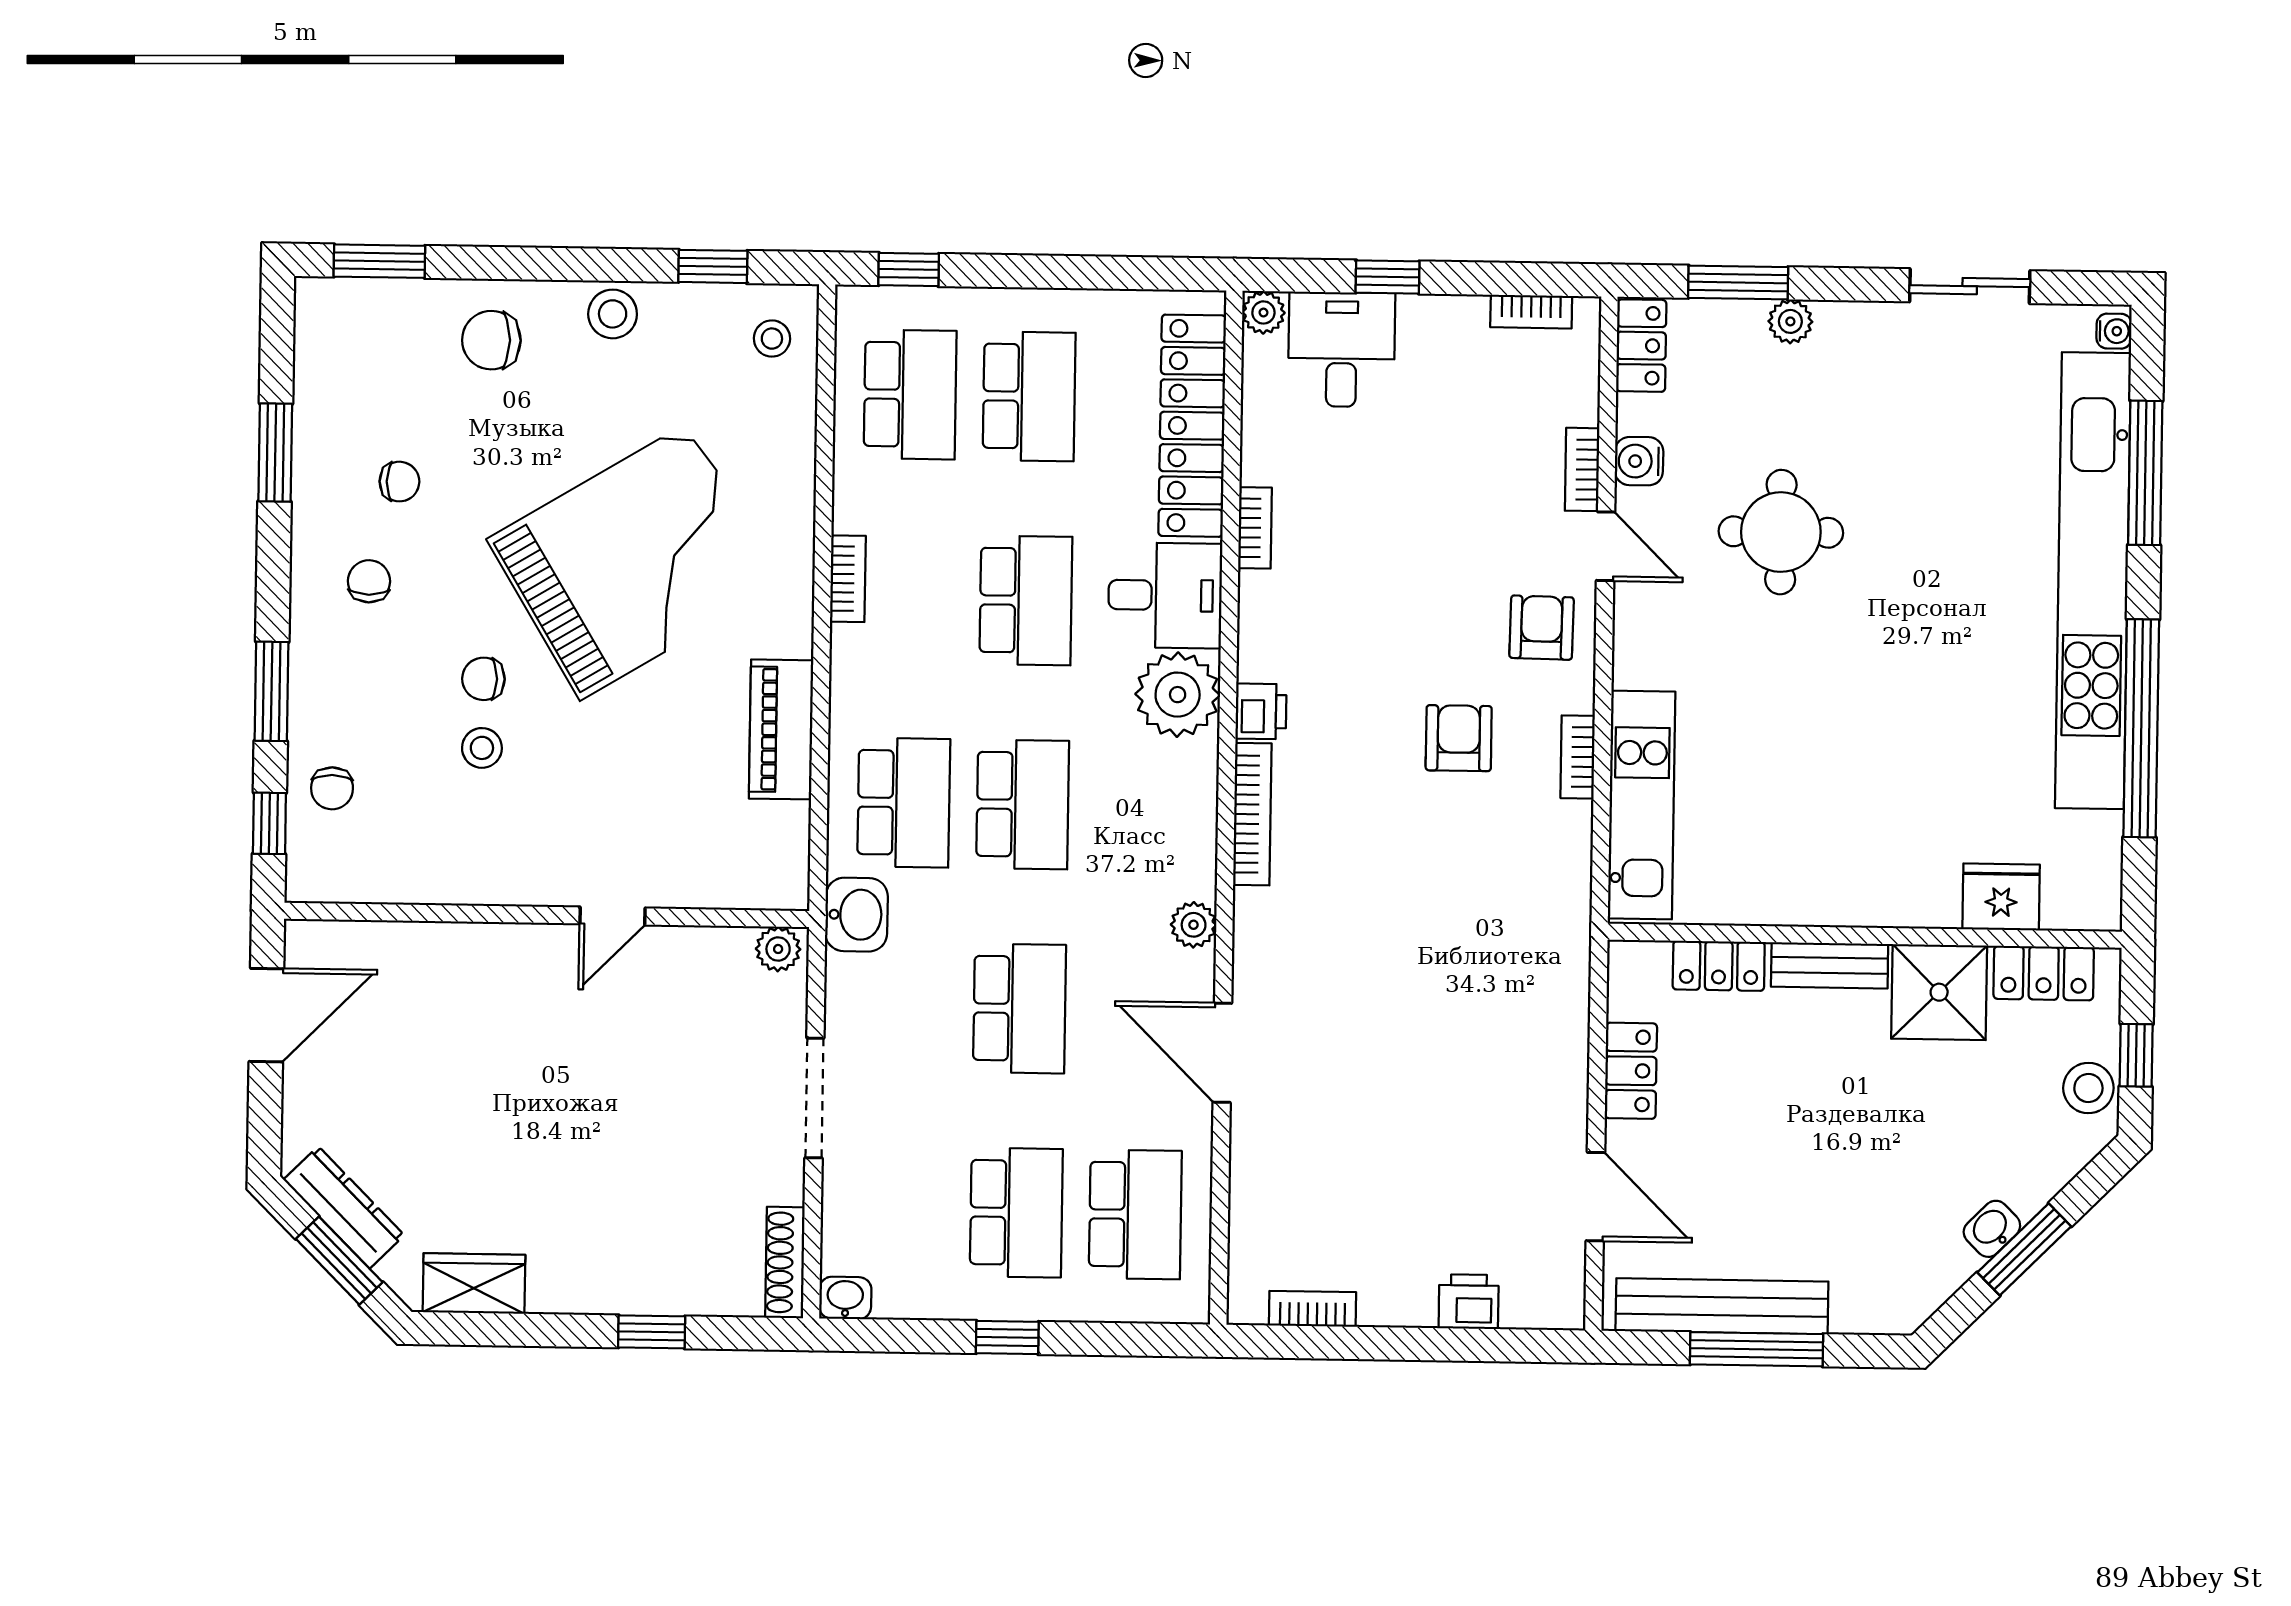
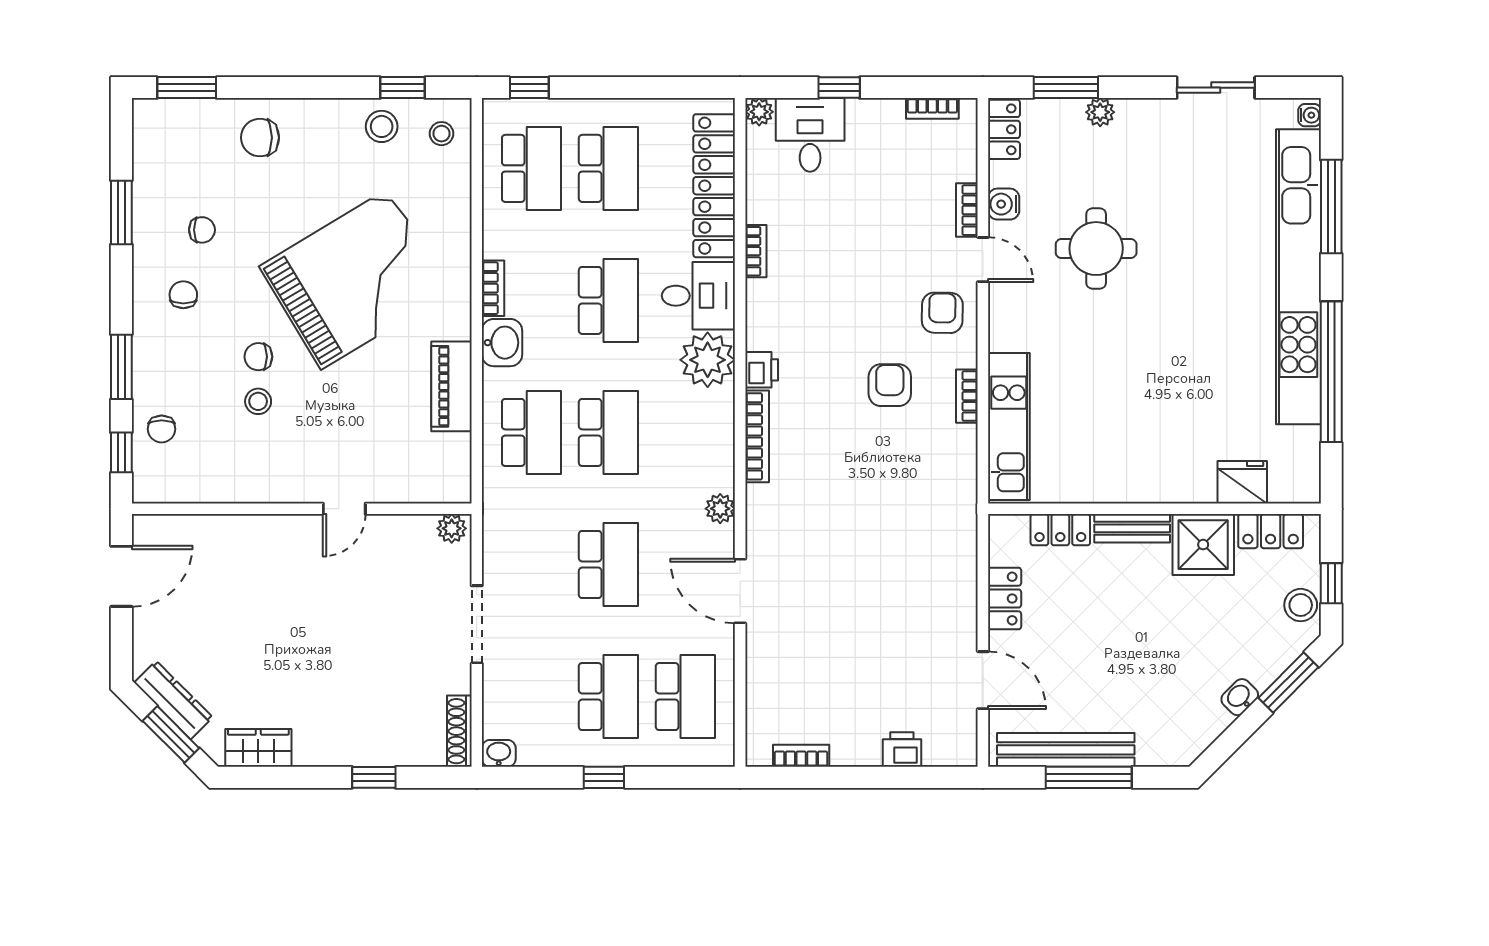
stool: (613, 314) -> (382, 126), moved
washbasin: (856, 915) -> (502, 343), moved
window: (2024, 1249) -> (1288, 682), moved

